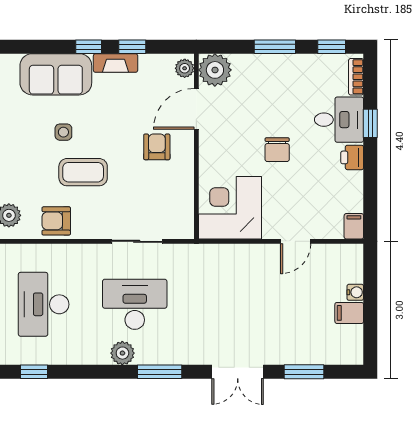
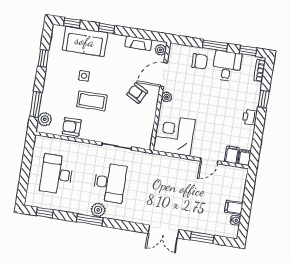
window: (132, 47) -> (72, 23), moved
fireplace: (116, 63) -> (138, 43), moved
plant: (215, 70) -> (167, 97), moved, width x0.53, depth x0.53
desk: (339, 120) -> (227, 66), moved, turned -90
armchair: (157, 147) -> (137, 93), turned -61
chair: (277, 150) -> (200, 61), moved, turned -90
filing cabinet: (332, 225) -> (232, 155), added
water cooler: (355, 292) -> (235, 220), moved
desk: (135, 304) -> (110, 183), turned 90
window: (160, 372) -> (90, 220), moved

